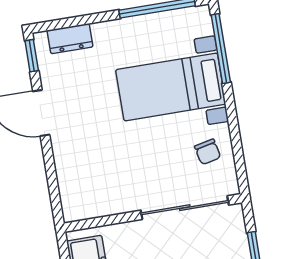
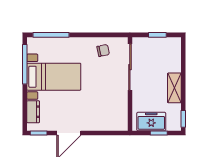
bed with nightstands: (171, 87) -> (54, 77), moved, turned -90

